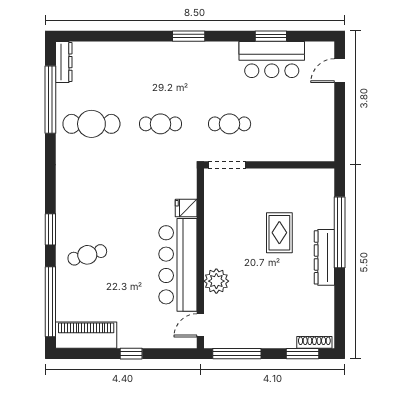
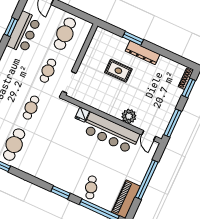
cafe table: (299, 124) -> (65, 34), added
window: (340, 232) -> (133, 38), width x0.47
cafe table: (87, 255) -> (91, 187), moved
window: (131, 354) -> (147, 180), width x3.17

